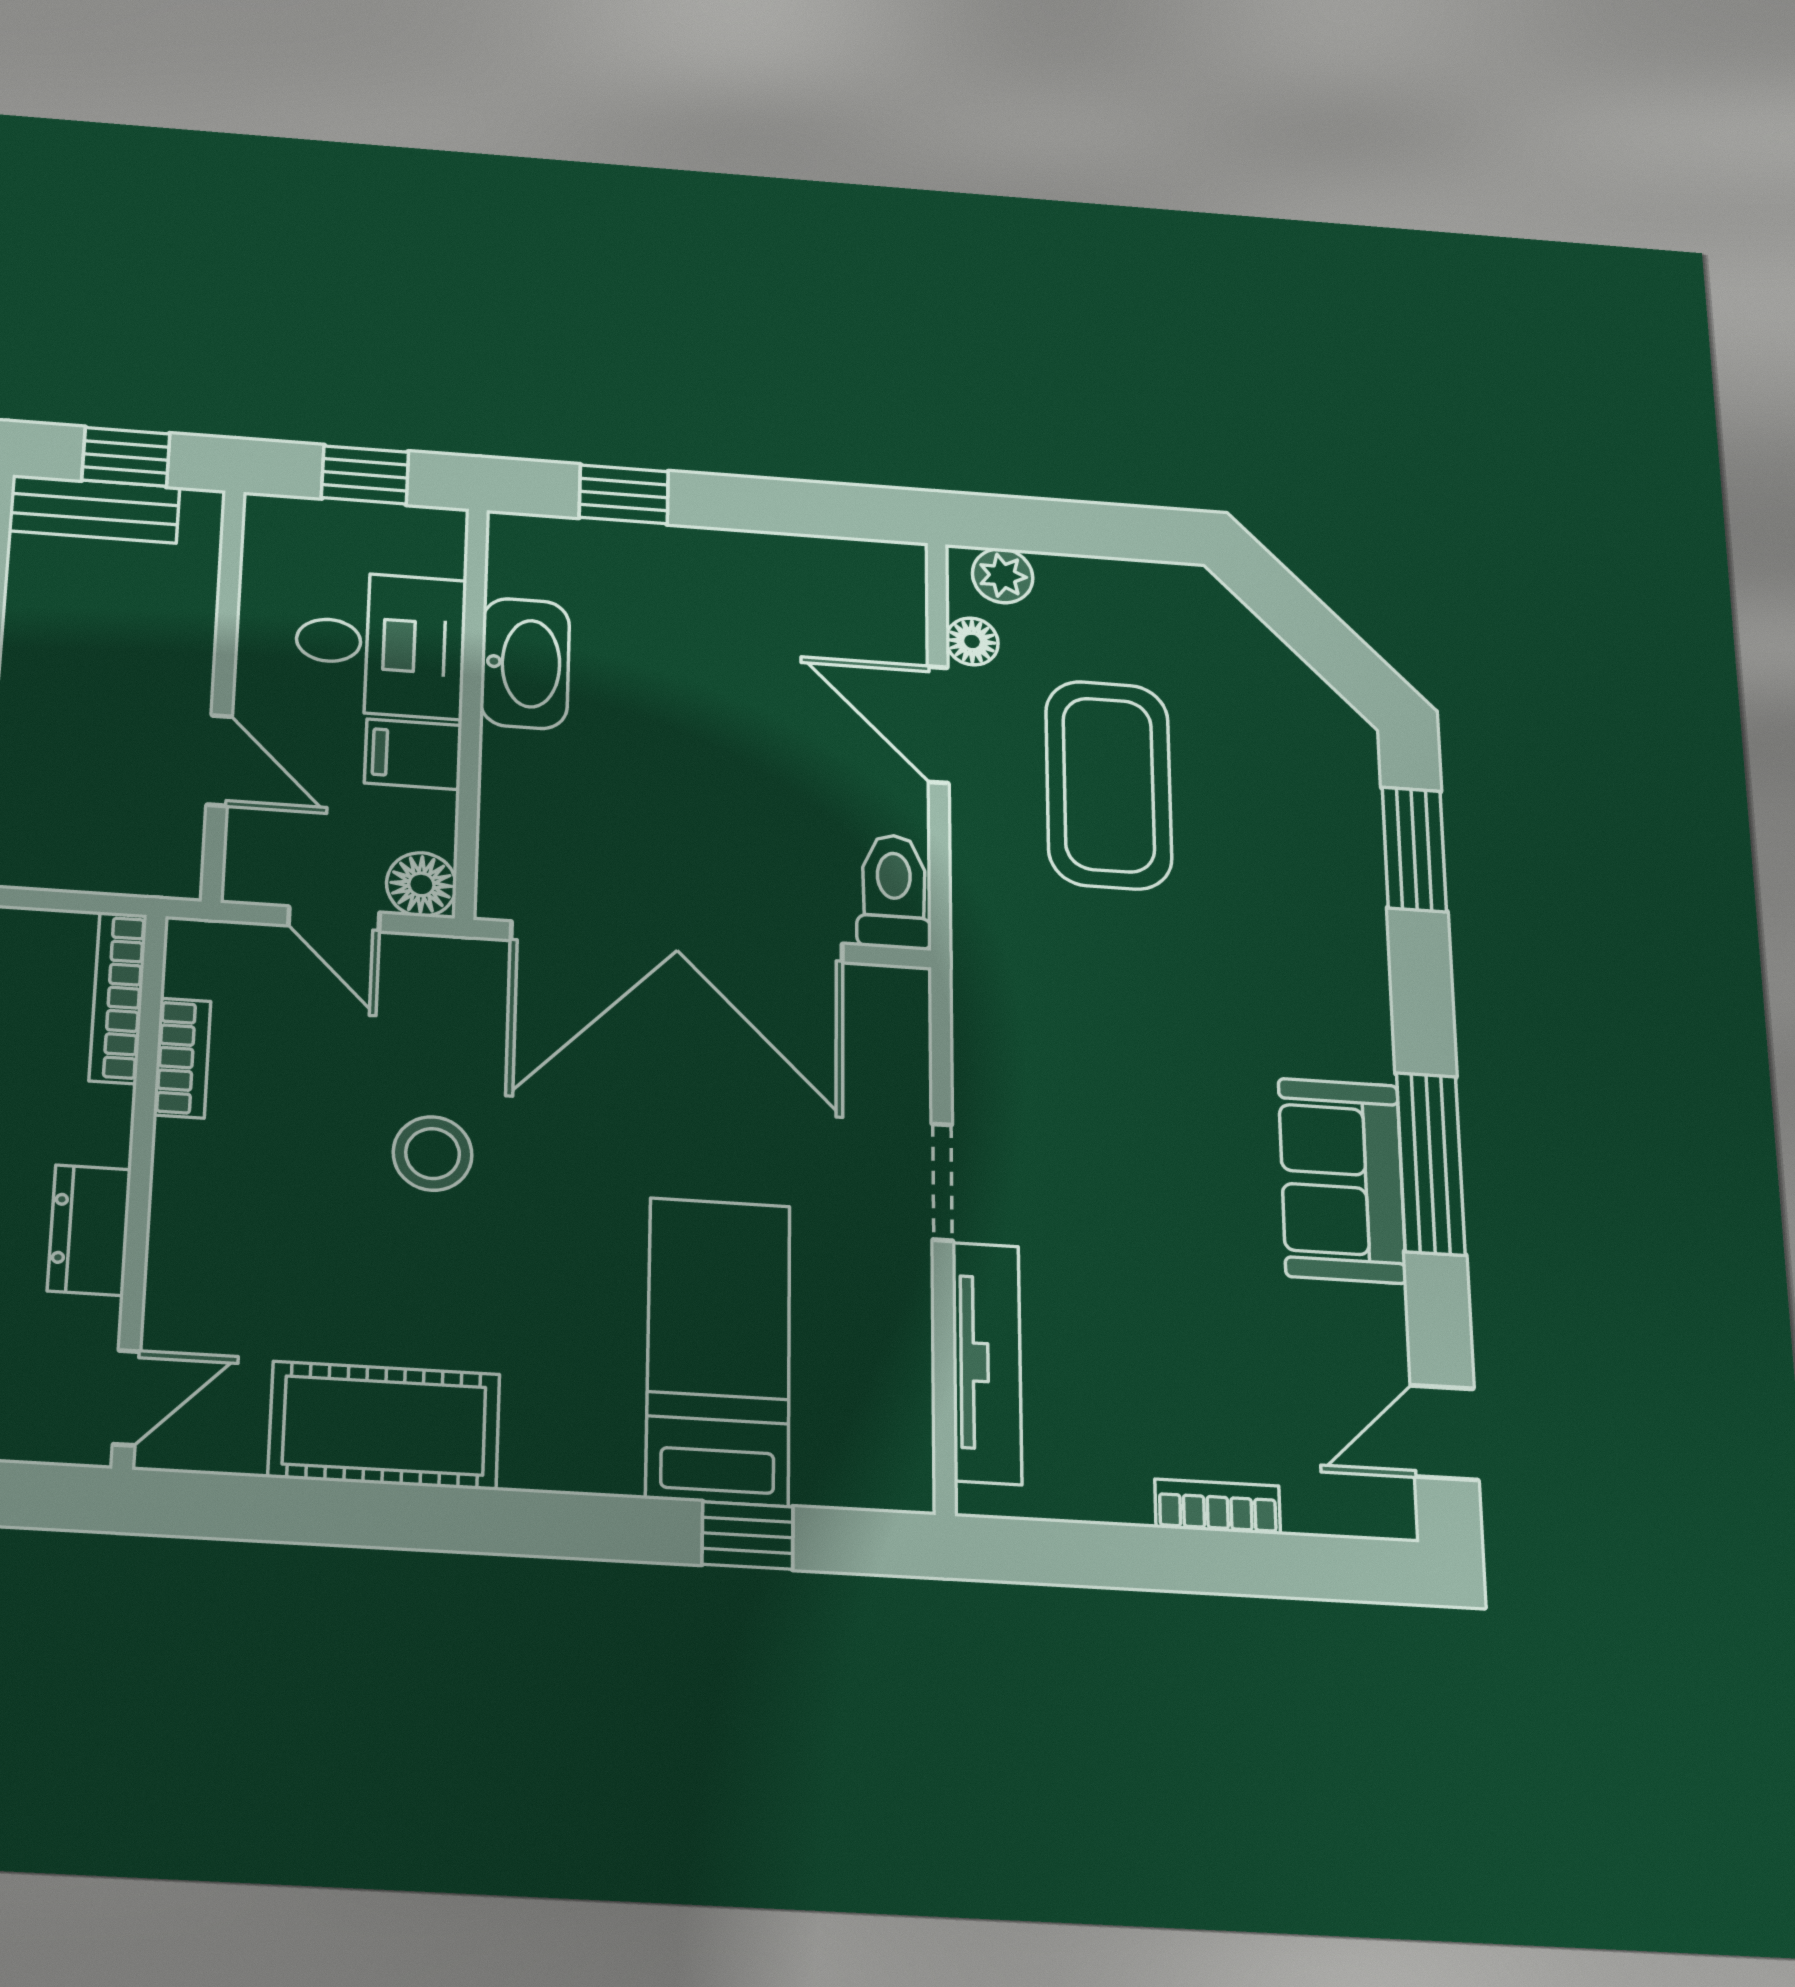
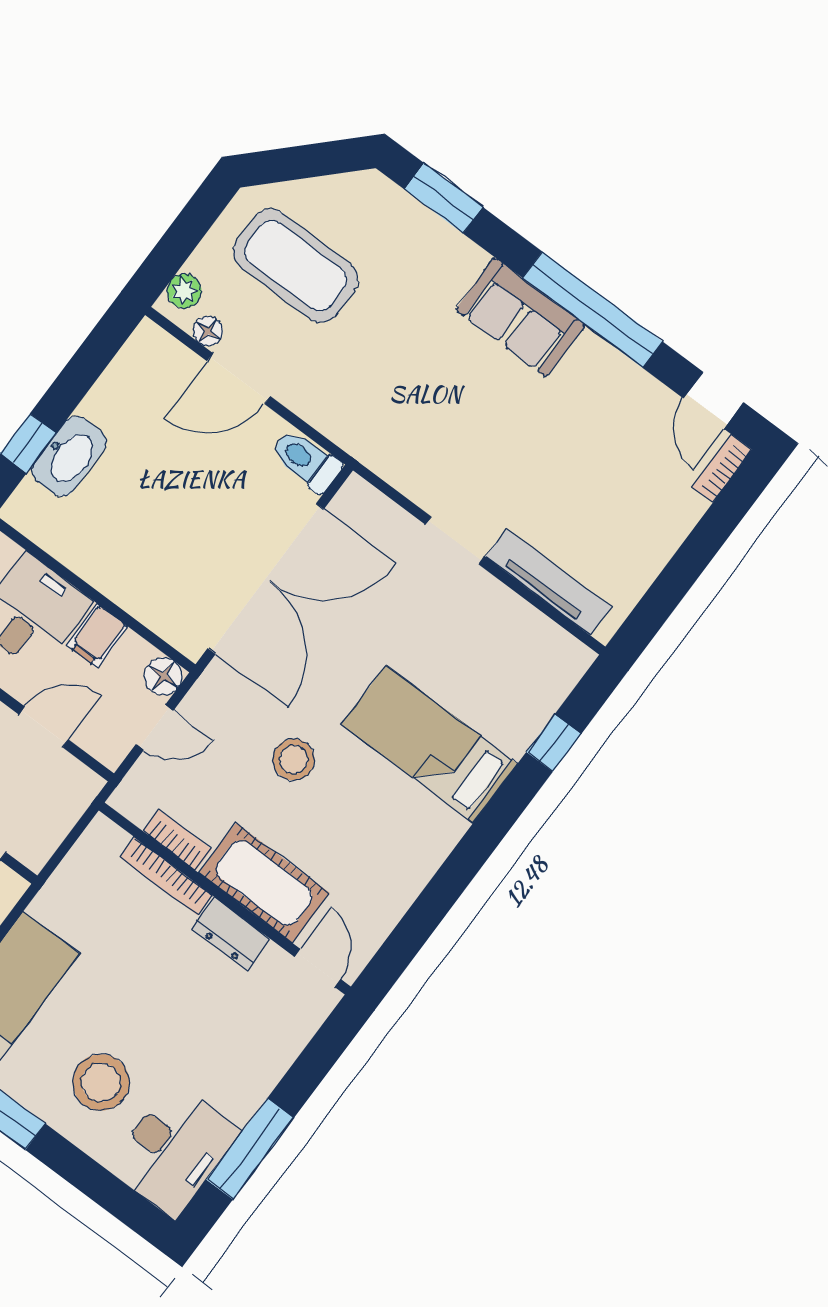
washbasin: (525, 663) -> (69, 456), moved, turned 90
coffee table: (1109, 785) -> (296, 266), moved
bookcase: (118, 997) -> (166, 876), moved
window: (1431, 1164) -> (593, 310), width x1.46
sofa: (1342, 1180) -> (520, 317), moved
bed: (718, 1351) -> (430, 744), moved
cot: (384, 1426) -> (264, 883), moved, turned 90
bookcase: (1218, 1507) -> (722, 468), moved

